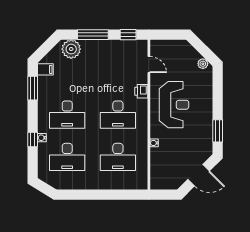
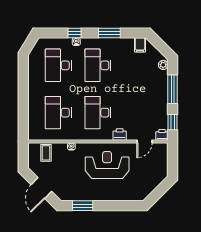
printer: (142, 46) -> (162, 135), added
plant: (71, 49) -> (163, 65), width x0.53, depth x0.53
plant: (203, 64) -> (145, 192), removed
window: (33, 88) -> (109, 33), moved
reception desk: (174, 105) -> (107, 165), turned 180
coffee table: (161, 170) -> (46, 153), added

